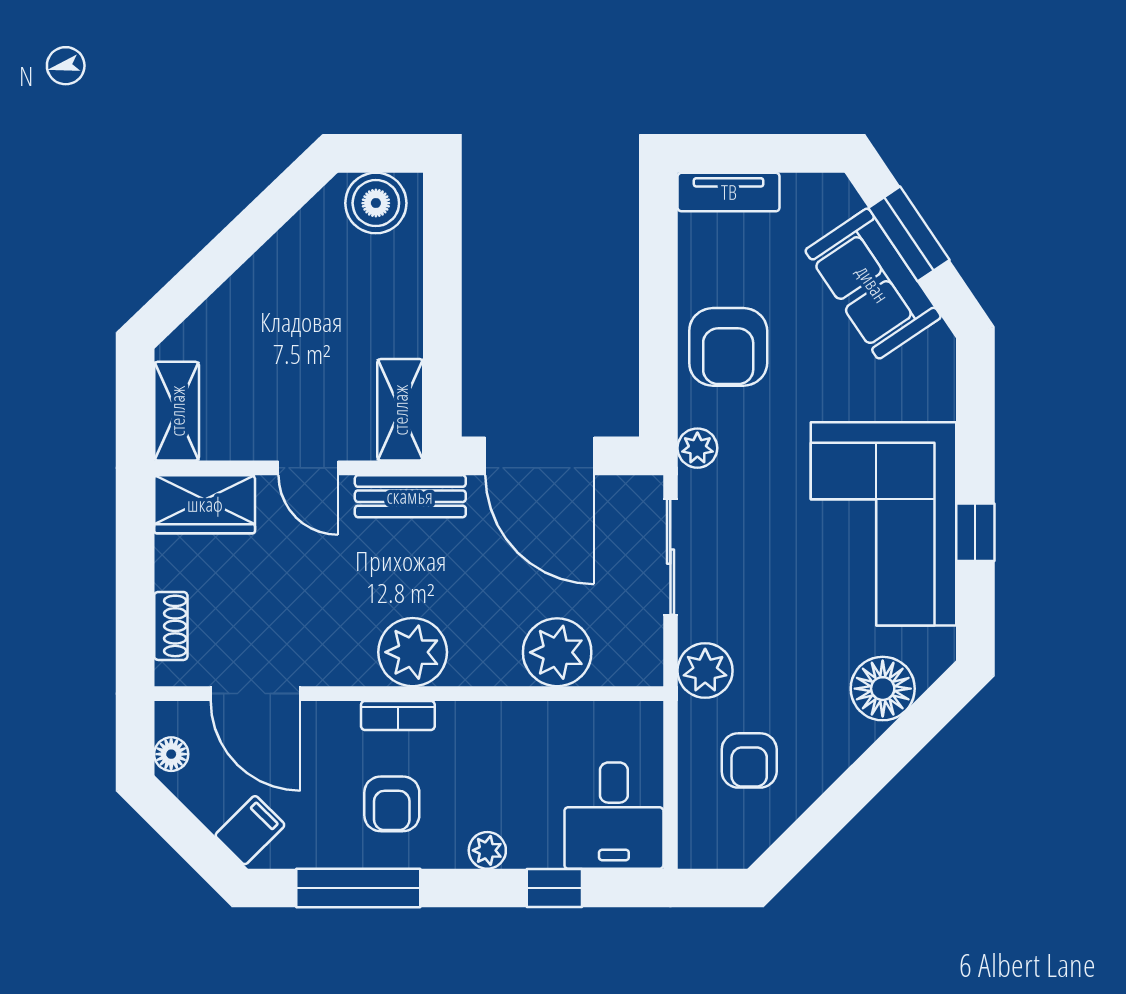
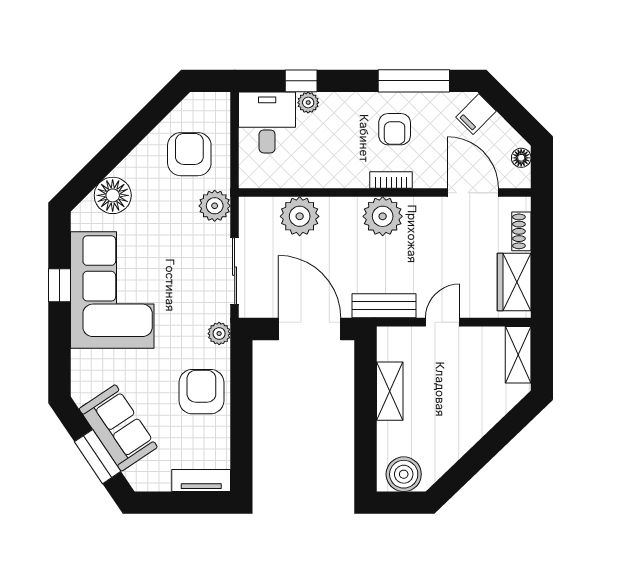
shelving: (400, 410) -> (390, 391), moved
door: (308, 468) -> (443, 322), hinge flipped
wardrobe: (205, 504) -> (514, 282), moved, turned -90
armchair: (749, 760) -> (189, 154), width x1.38, depth x1.38
armchair: (392, 804) -> (395, 129), turned 180
plant: (487, 850) -> (308, 103), moved

